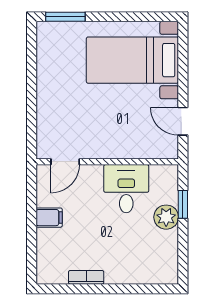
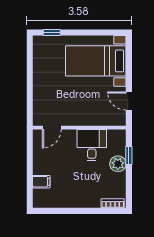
window: (65, 17) -> (52, 33), width x0.67
filing cabinet: (49, 218) -> (41, 182), moved
bookcase: (86, 277) -> (113, 203), moved

